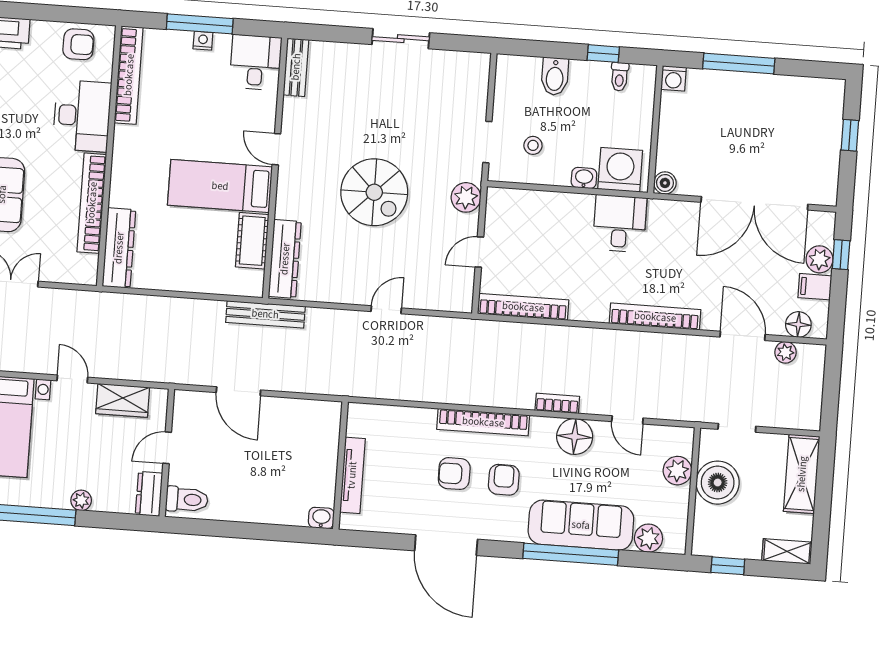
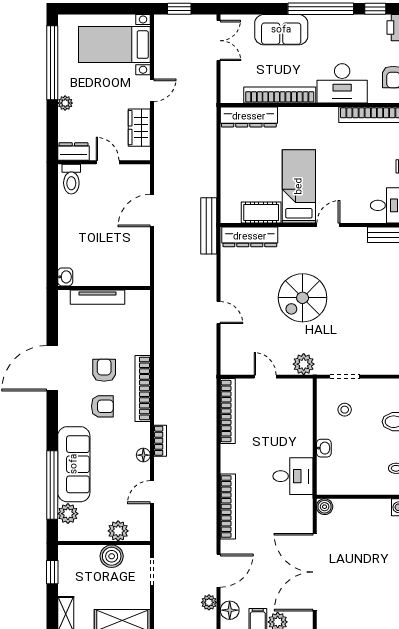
washing machine: (620, 170) -> (332, 474), removed
floor lamp: (575, 437) -> (143, 455), width x0.53, depth x0.53
boiler: (718, 483) -> (112, 556), width x0.73, depth x0.73
window: (571, 554) -> (52, 485), moved

